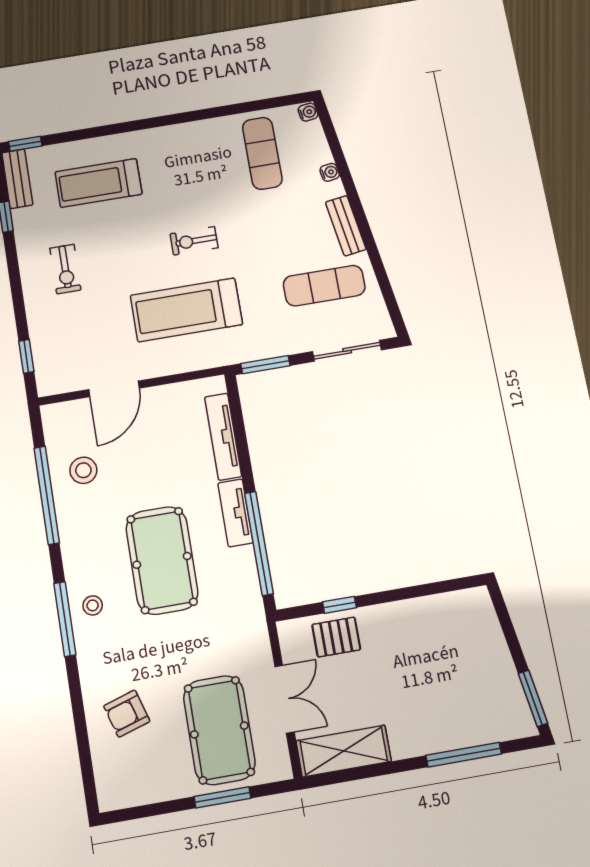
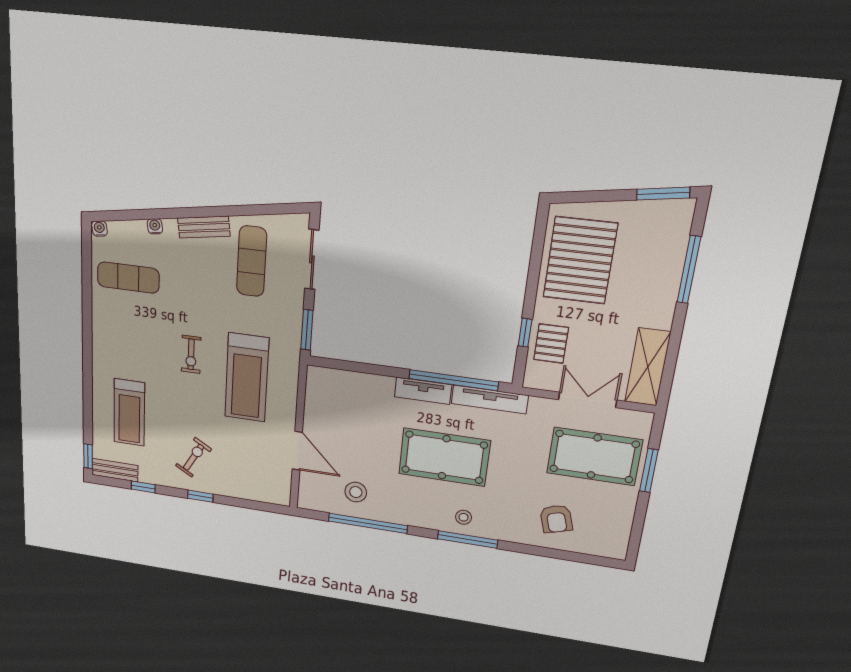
exercise bike: (65, 269) -> (193, 457), turned -60
window: (26, 356) -> (200, 496), moved
tv unit: (223, 437) -> (490, 400), moved
pallet: (437, 637) -> (580, 260), added

